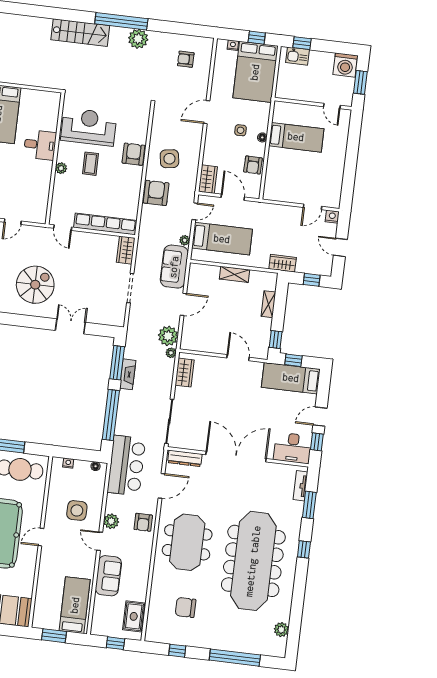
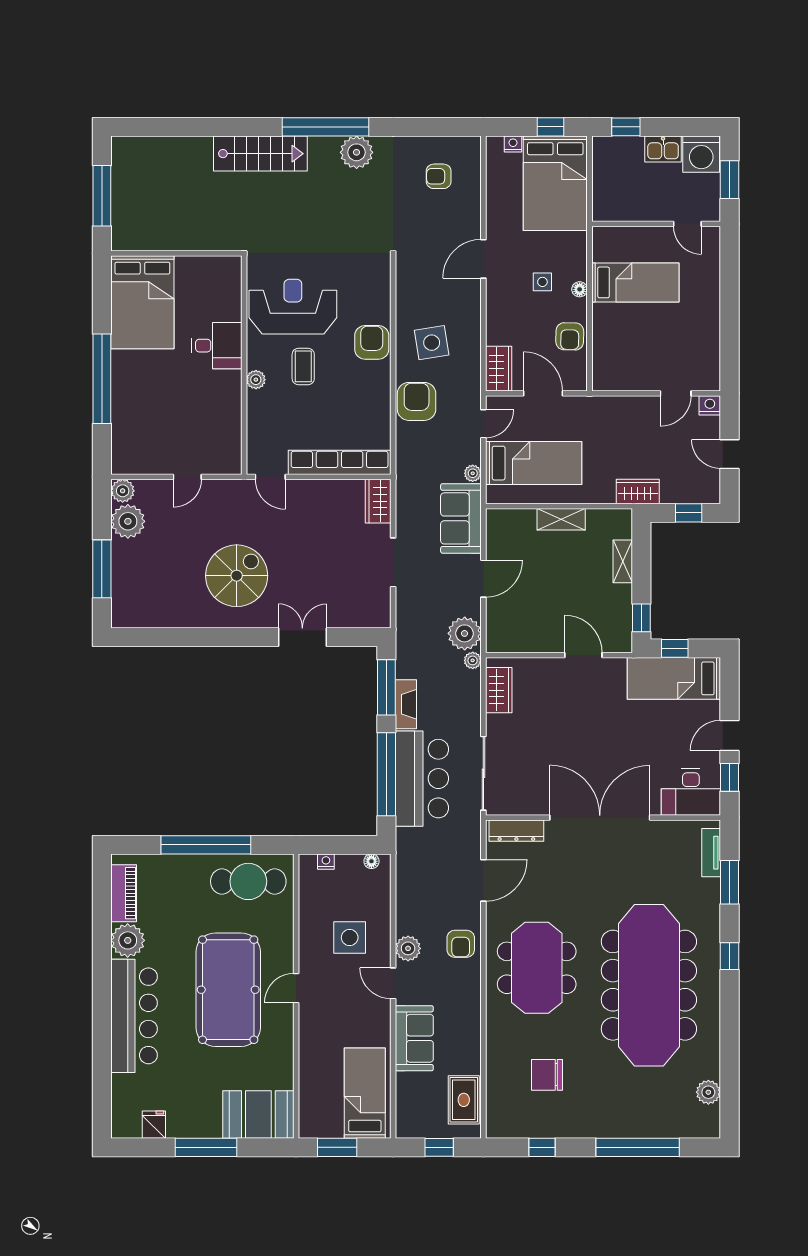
kitchen sink: (297, 56) -> (663, 149), moved
bar counter: (126, 465) -> (422, 779), moved

